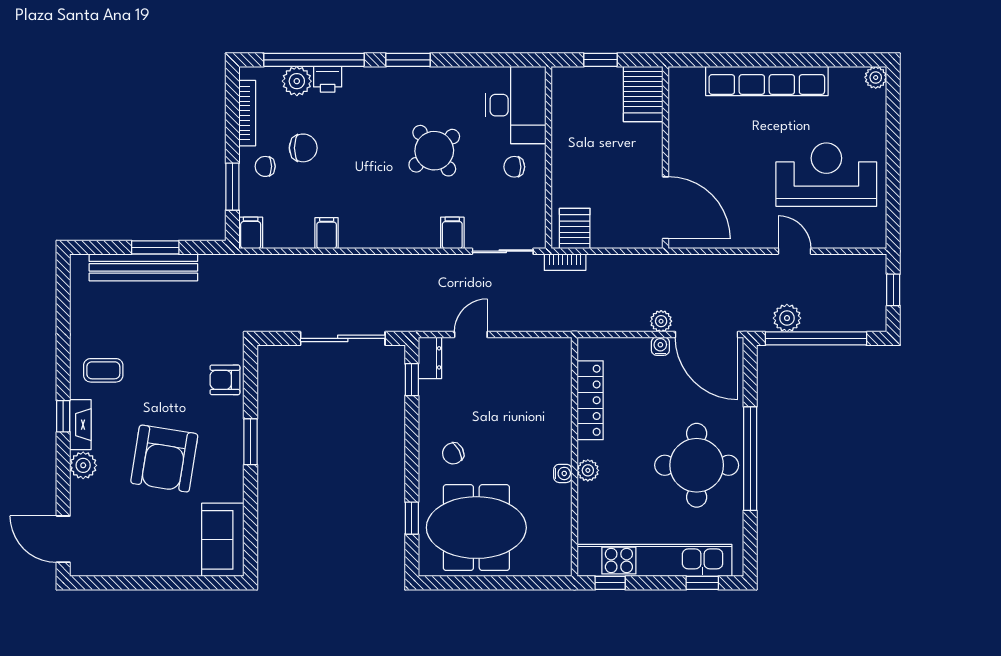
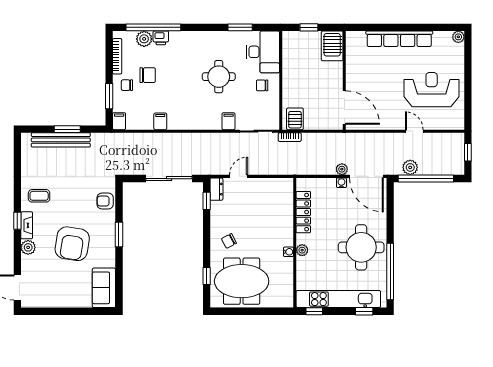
window: (408, 60) -> (240, 27), moved
round table: (434, 151) -> (219, 77), turned 38
window: (750, 459) -> (390, 271), moved

